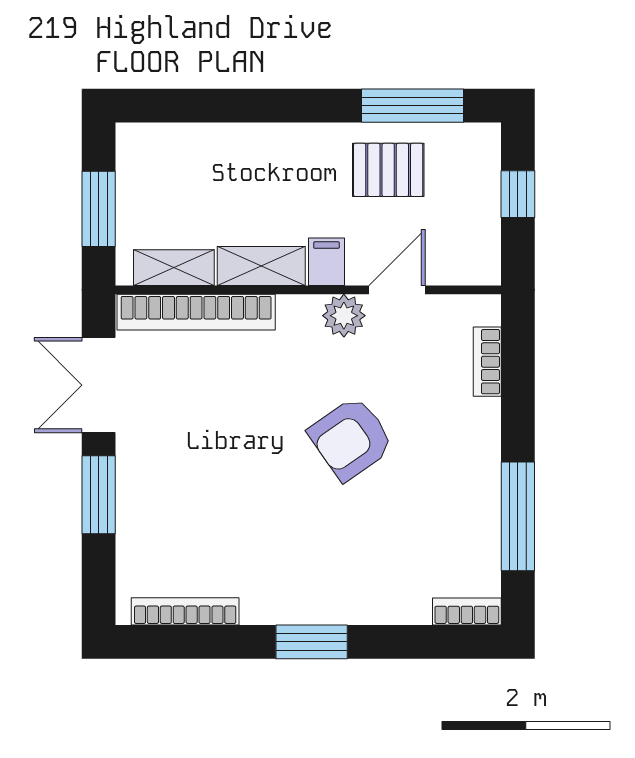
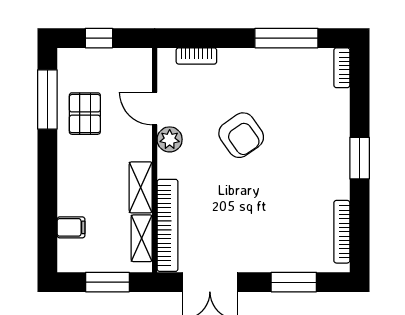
filing cabinet: (326, 262) -> (71, 227), moved, turned 180
window: (99, 495) -> (294, 282), moved

